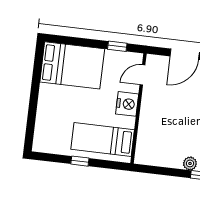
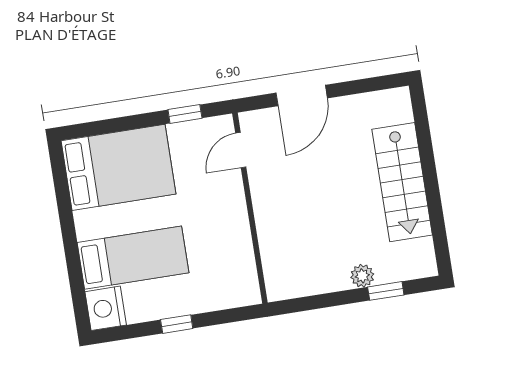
nightstand: (127, 104) -> (106, 308), moved, turned 180
bed: (103, 139) -> (133, 258), moved, turned 180

